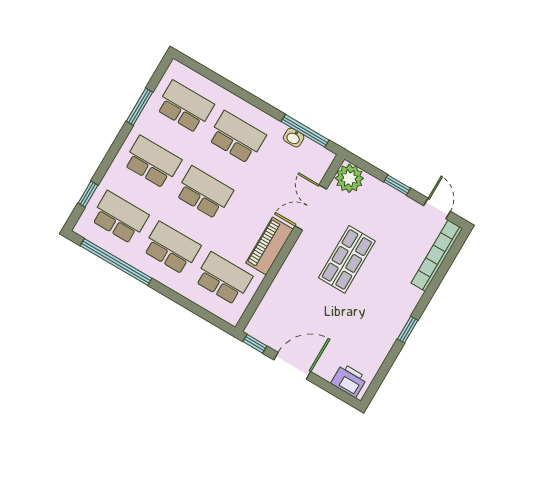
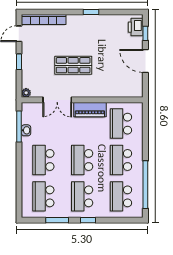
plant: (349, 178) -> (26, 93), width x0.53, depth x0.53
window: (88, 194) -> (88, 220), moved
window: (255, 344) -> (145, 33), moved

